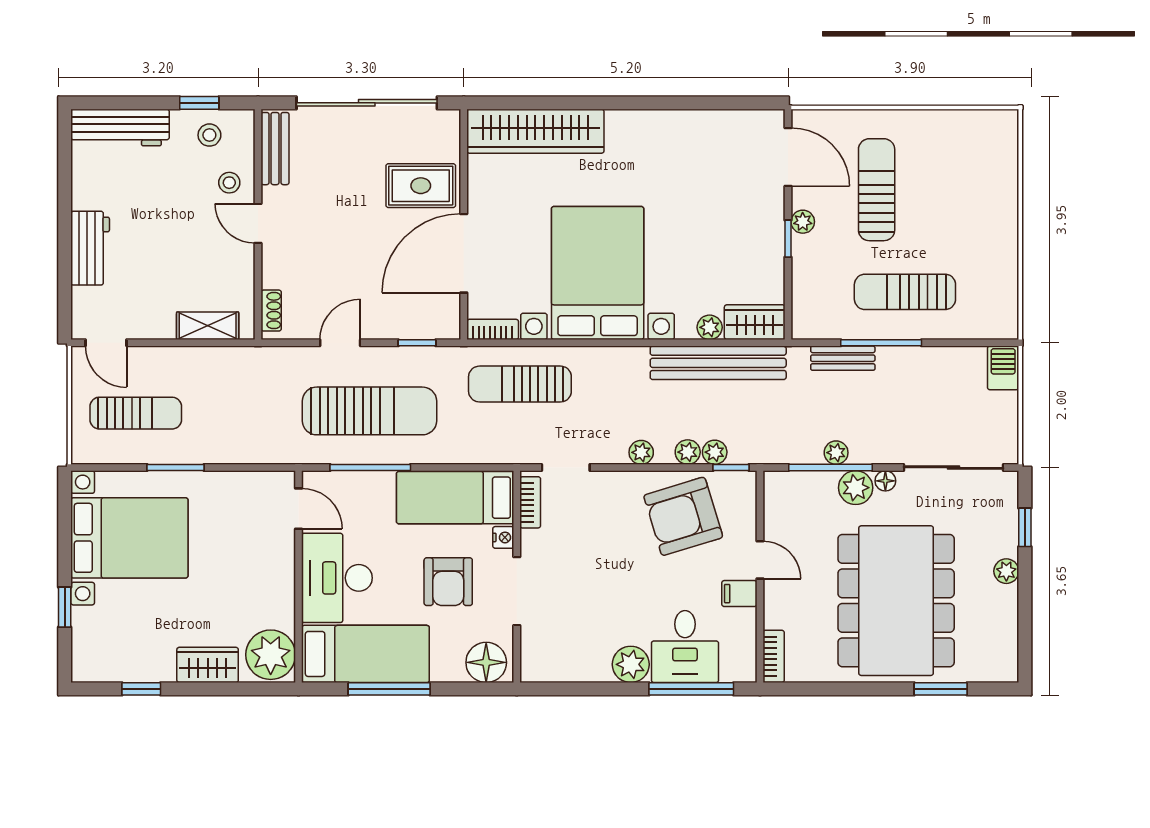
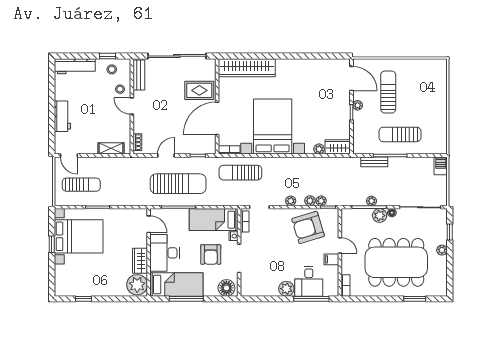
bench: (718, 363) -> (323, 164), removed
dining table: (896, 601) -> (396, 262), turned 90
window: (65, 607) -> (52, 244), moved
wardrobe: (208, 665) -> (140, 261), moved, turned -90

